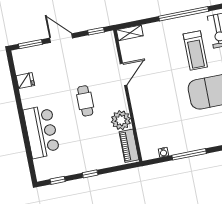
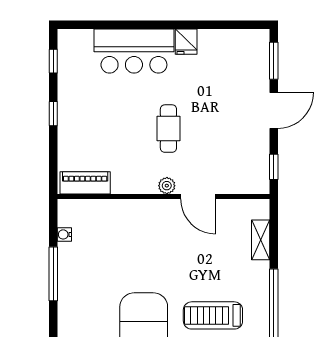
shelving: (130, 33) -> (261, 240), moved
fridge: (25, 81) -> (186, 42), moved
cafe table: (85, 101) -> (168, 129), turned 90
plant: (121, 120) -> (167, 186), moved, width x0.53, depth x0.53

